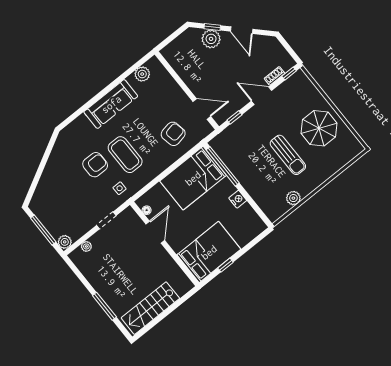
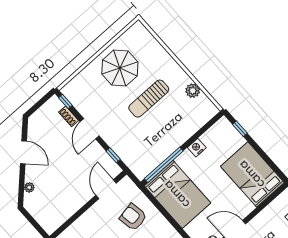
window: (212, 27) -> (22, 183), removed
door: (242, 30) -> (23, 152), hinge flipped
plant: (211, 39) -> (29, 187), width x0.53, depth x0.53
sun lounger: (288, 155) -> (149, 99), turned 180
window: (226, 265) -> (240, 129), moved

